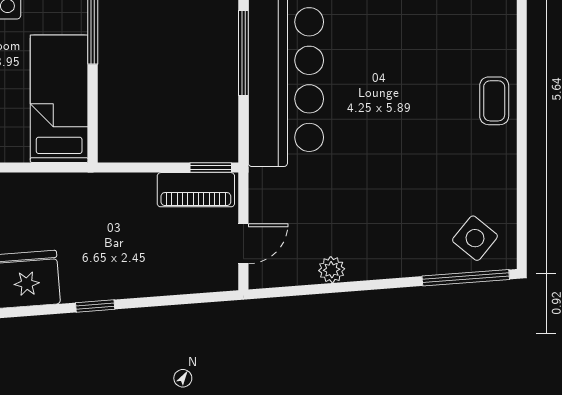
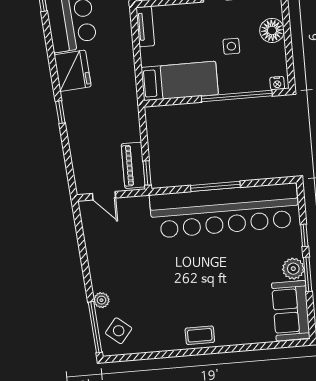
plant: (332, 270) -> (101, 300), moved

